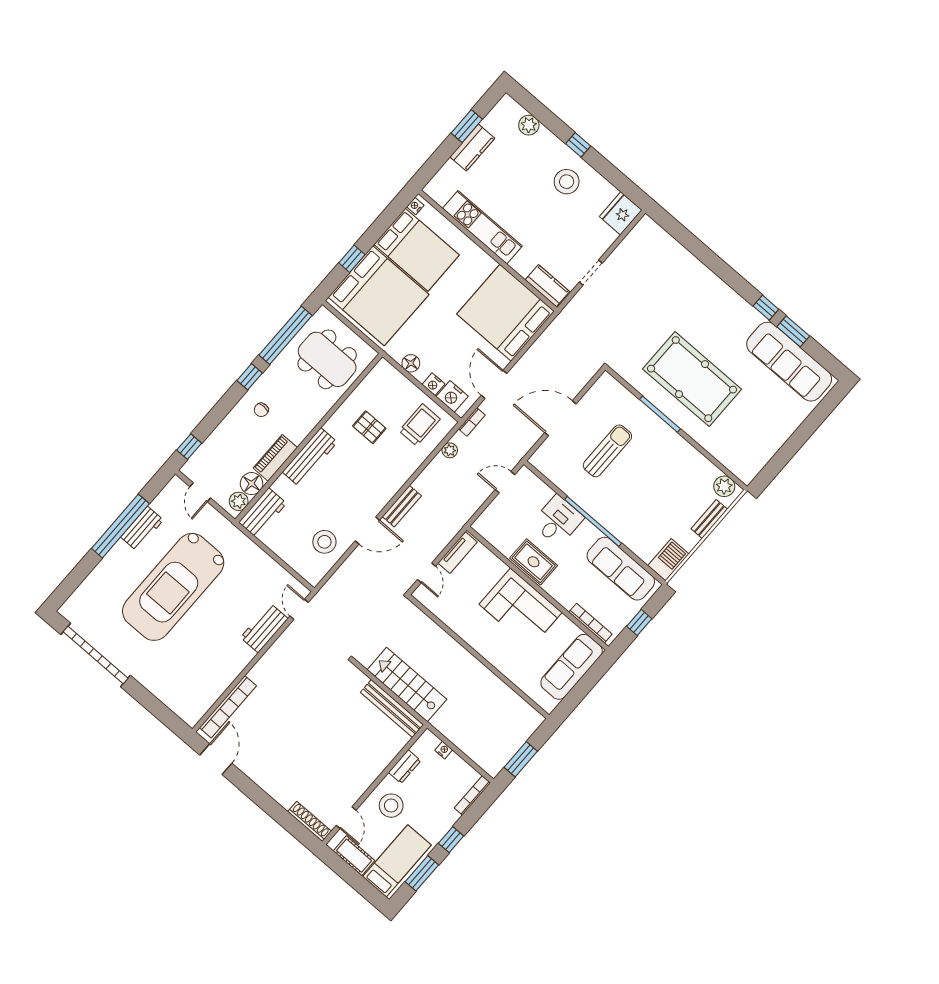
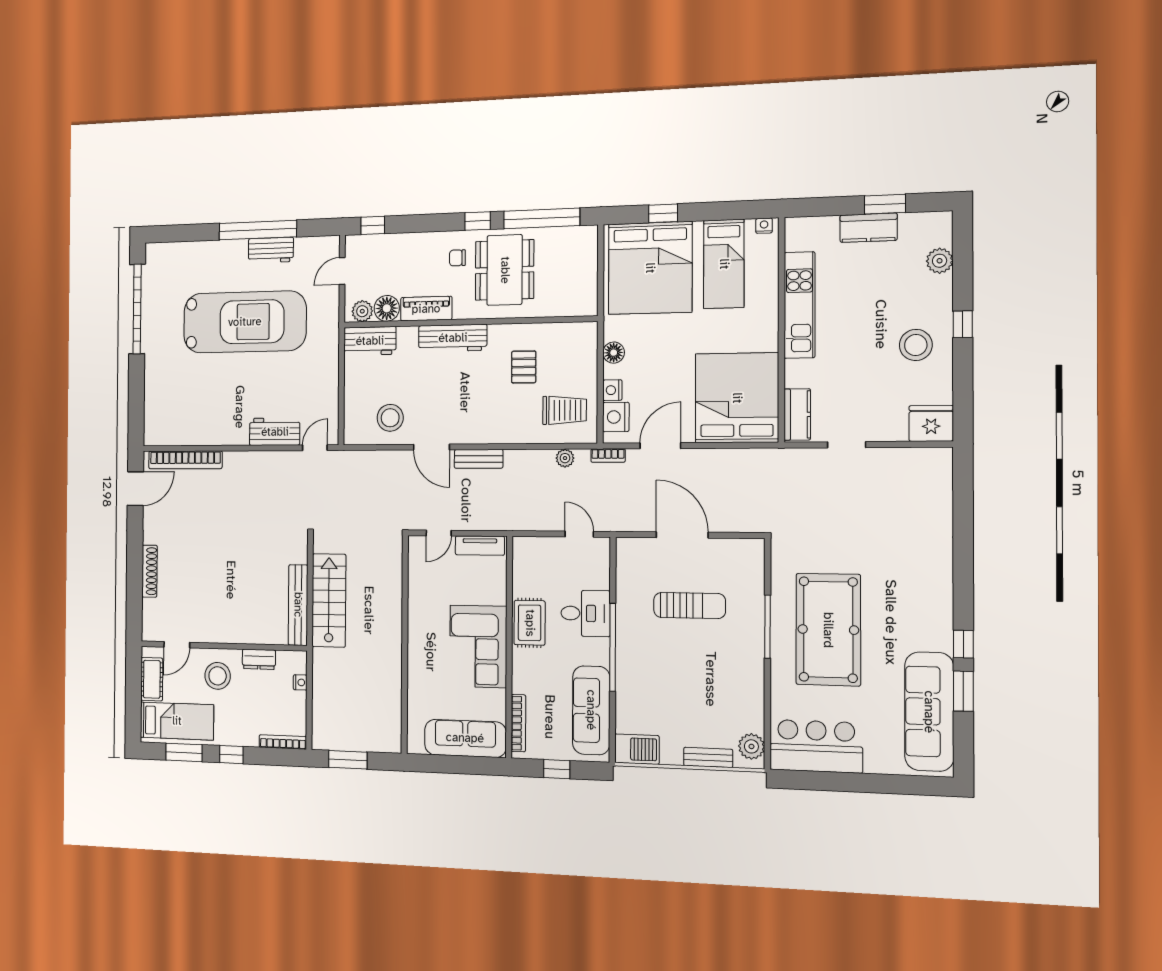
bed: (417, 250) -> (724, 264), width x0.67
dining table: (327, 359) -> (505, 270), moved
bar counter: (756, 447) -> (816, 746), added
car: (173, 587) -> (245, 322), turned 180
shoe rack: (310, 821) -> (150, 571), moved

